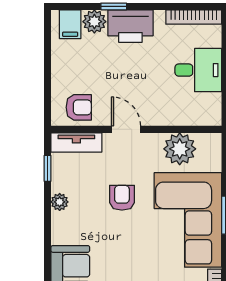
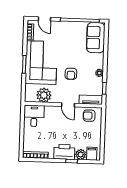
desk: (198, 70) -> (34, 116), moved, turned 90

